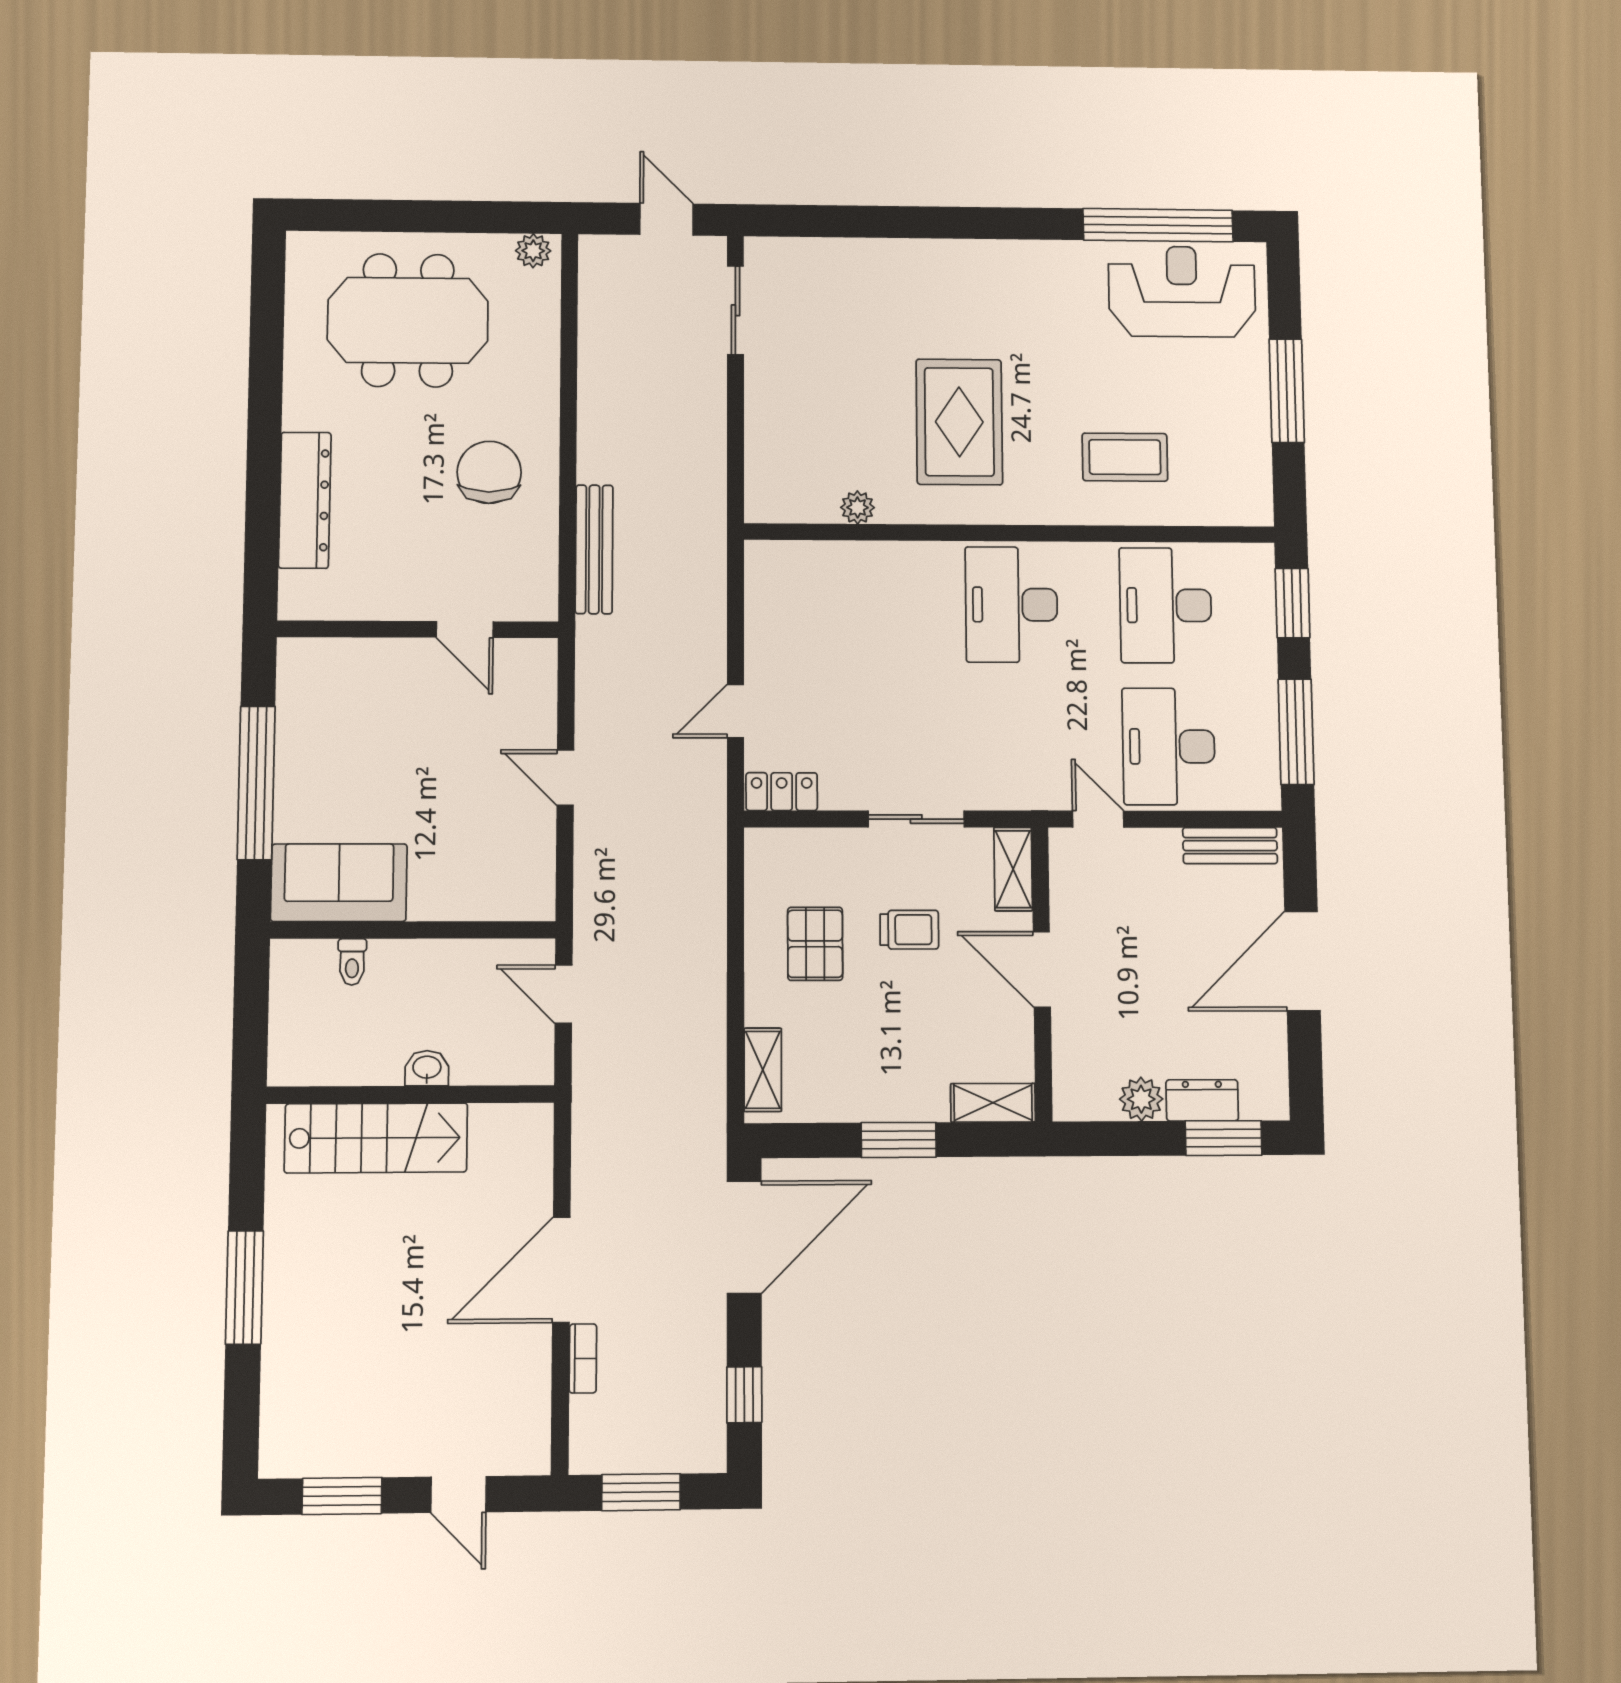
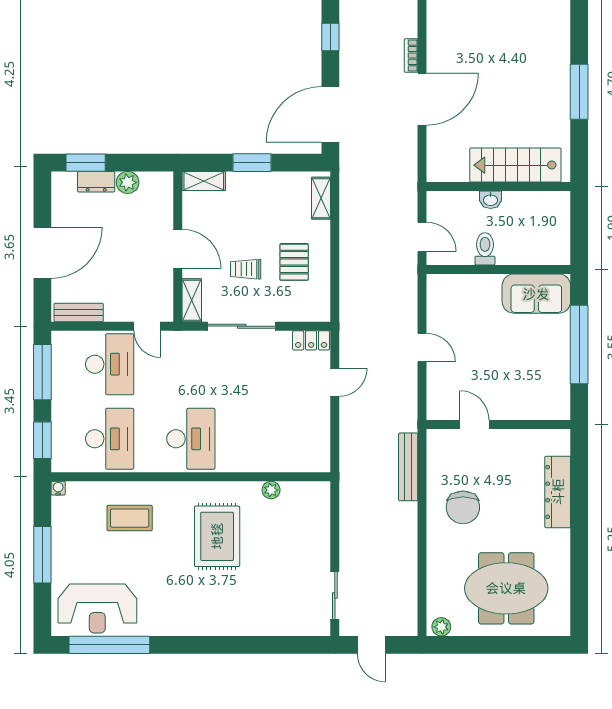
water cooler: (1261, 513) -> (58, 488), added
sliding door: (916, 819) -> (242, 326), width x1.37
toilet: (352, 962) -> (485, 249), moved, width x1.37, depth x1.39

